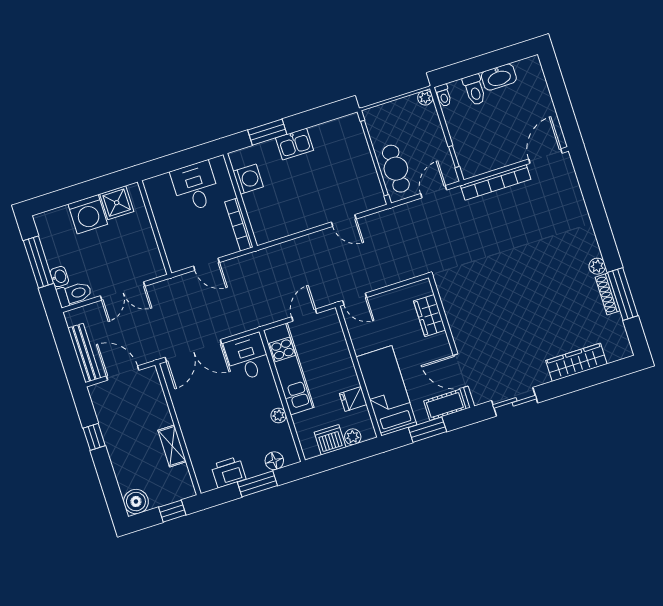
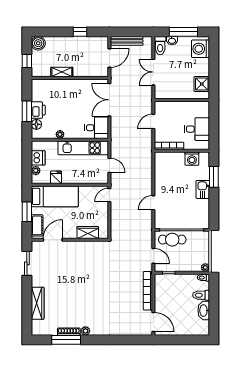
washing machine: (88, 214) -> (201, 49), moved
printer: (228, 472) -> (38, 110), moved

